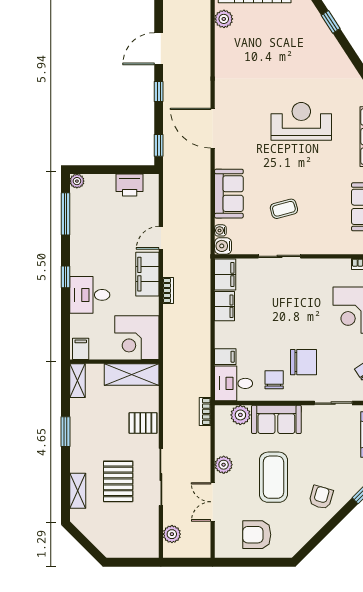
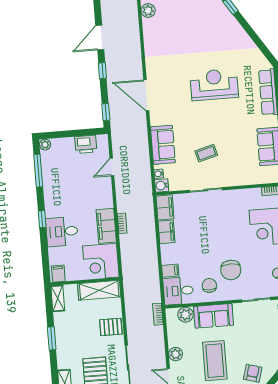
door: (161, 238) -> (112, 167), moved
filing cabinet: (147, 274) -> (106, 226), moved
chair: (303, 362) -> (231, 270), turned 90

